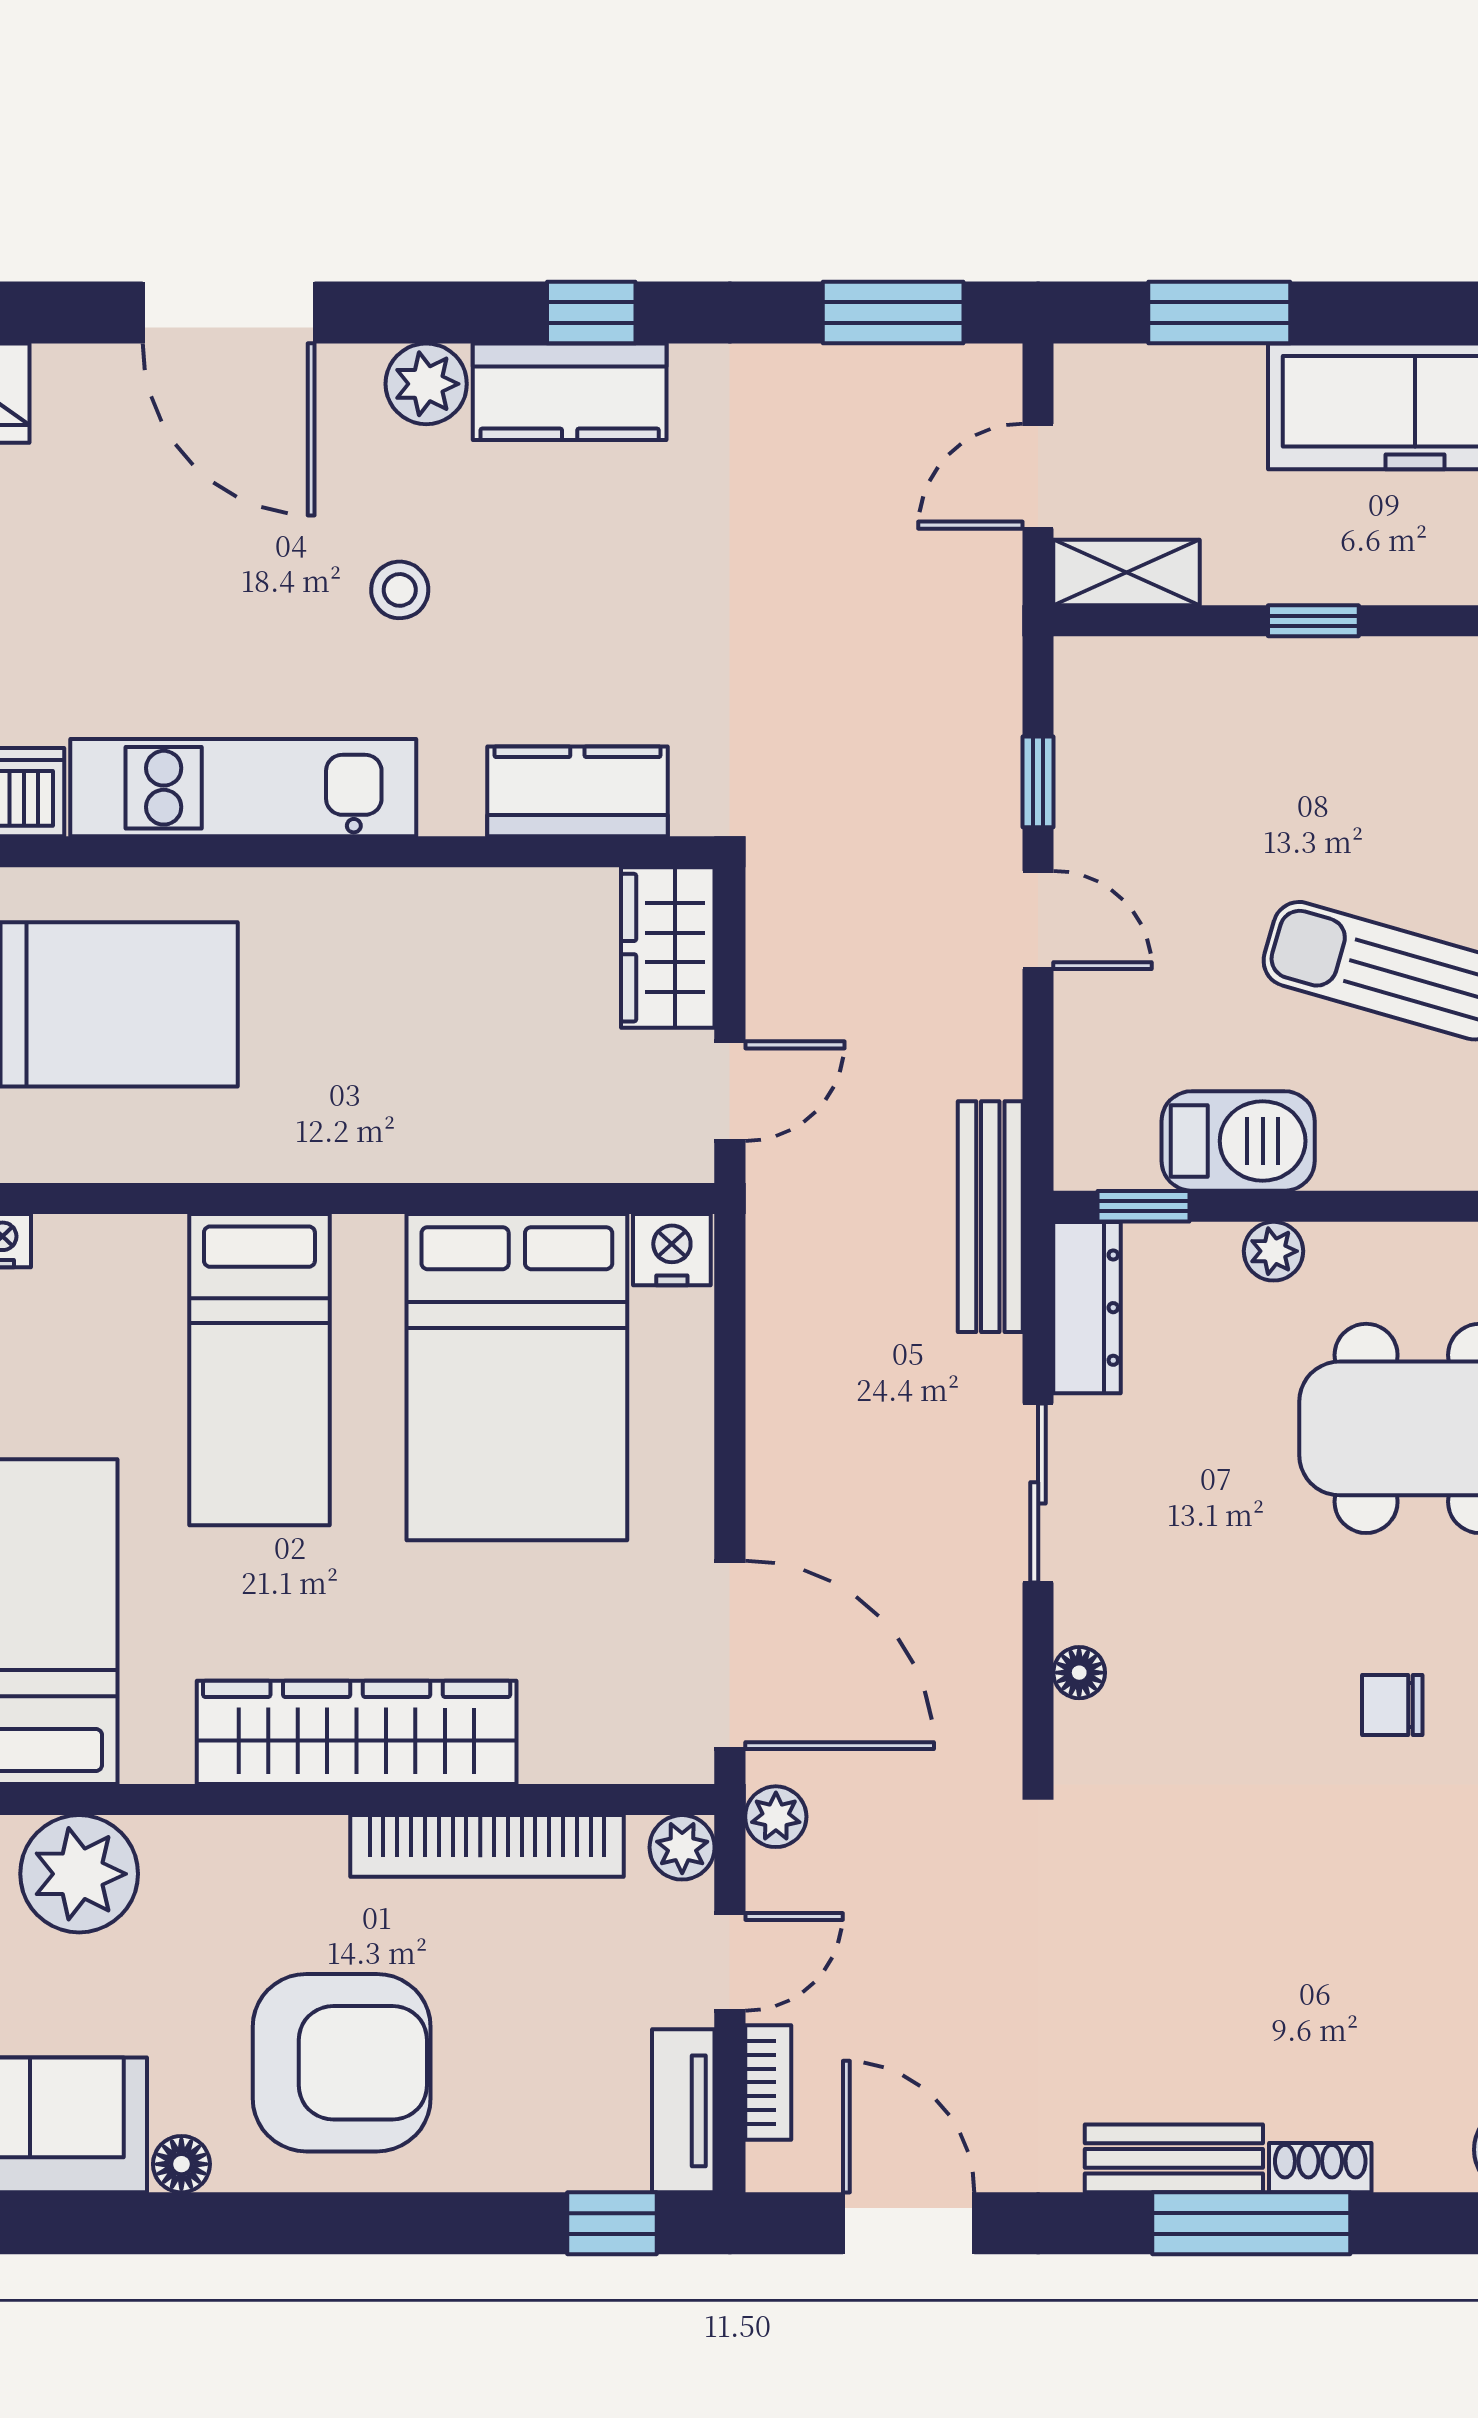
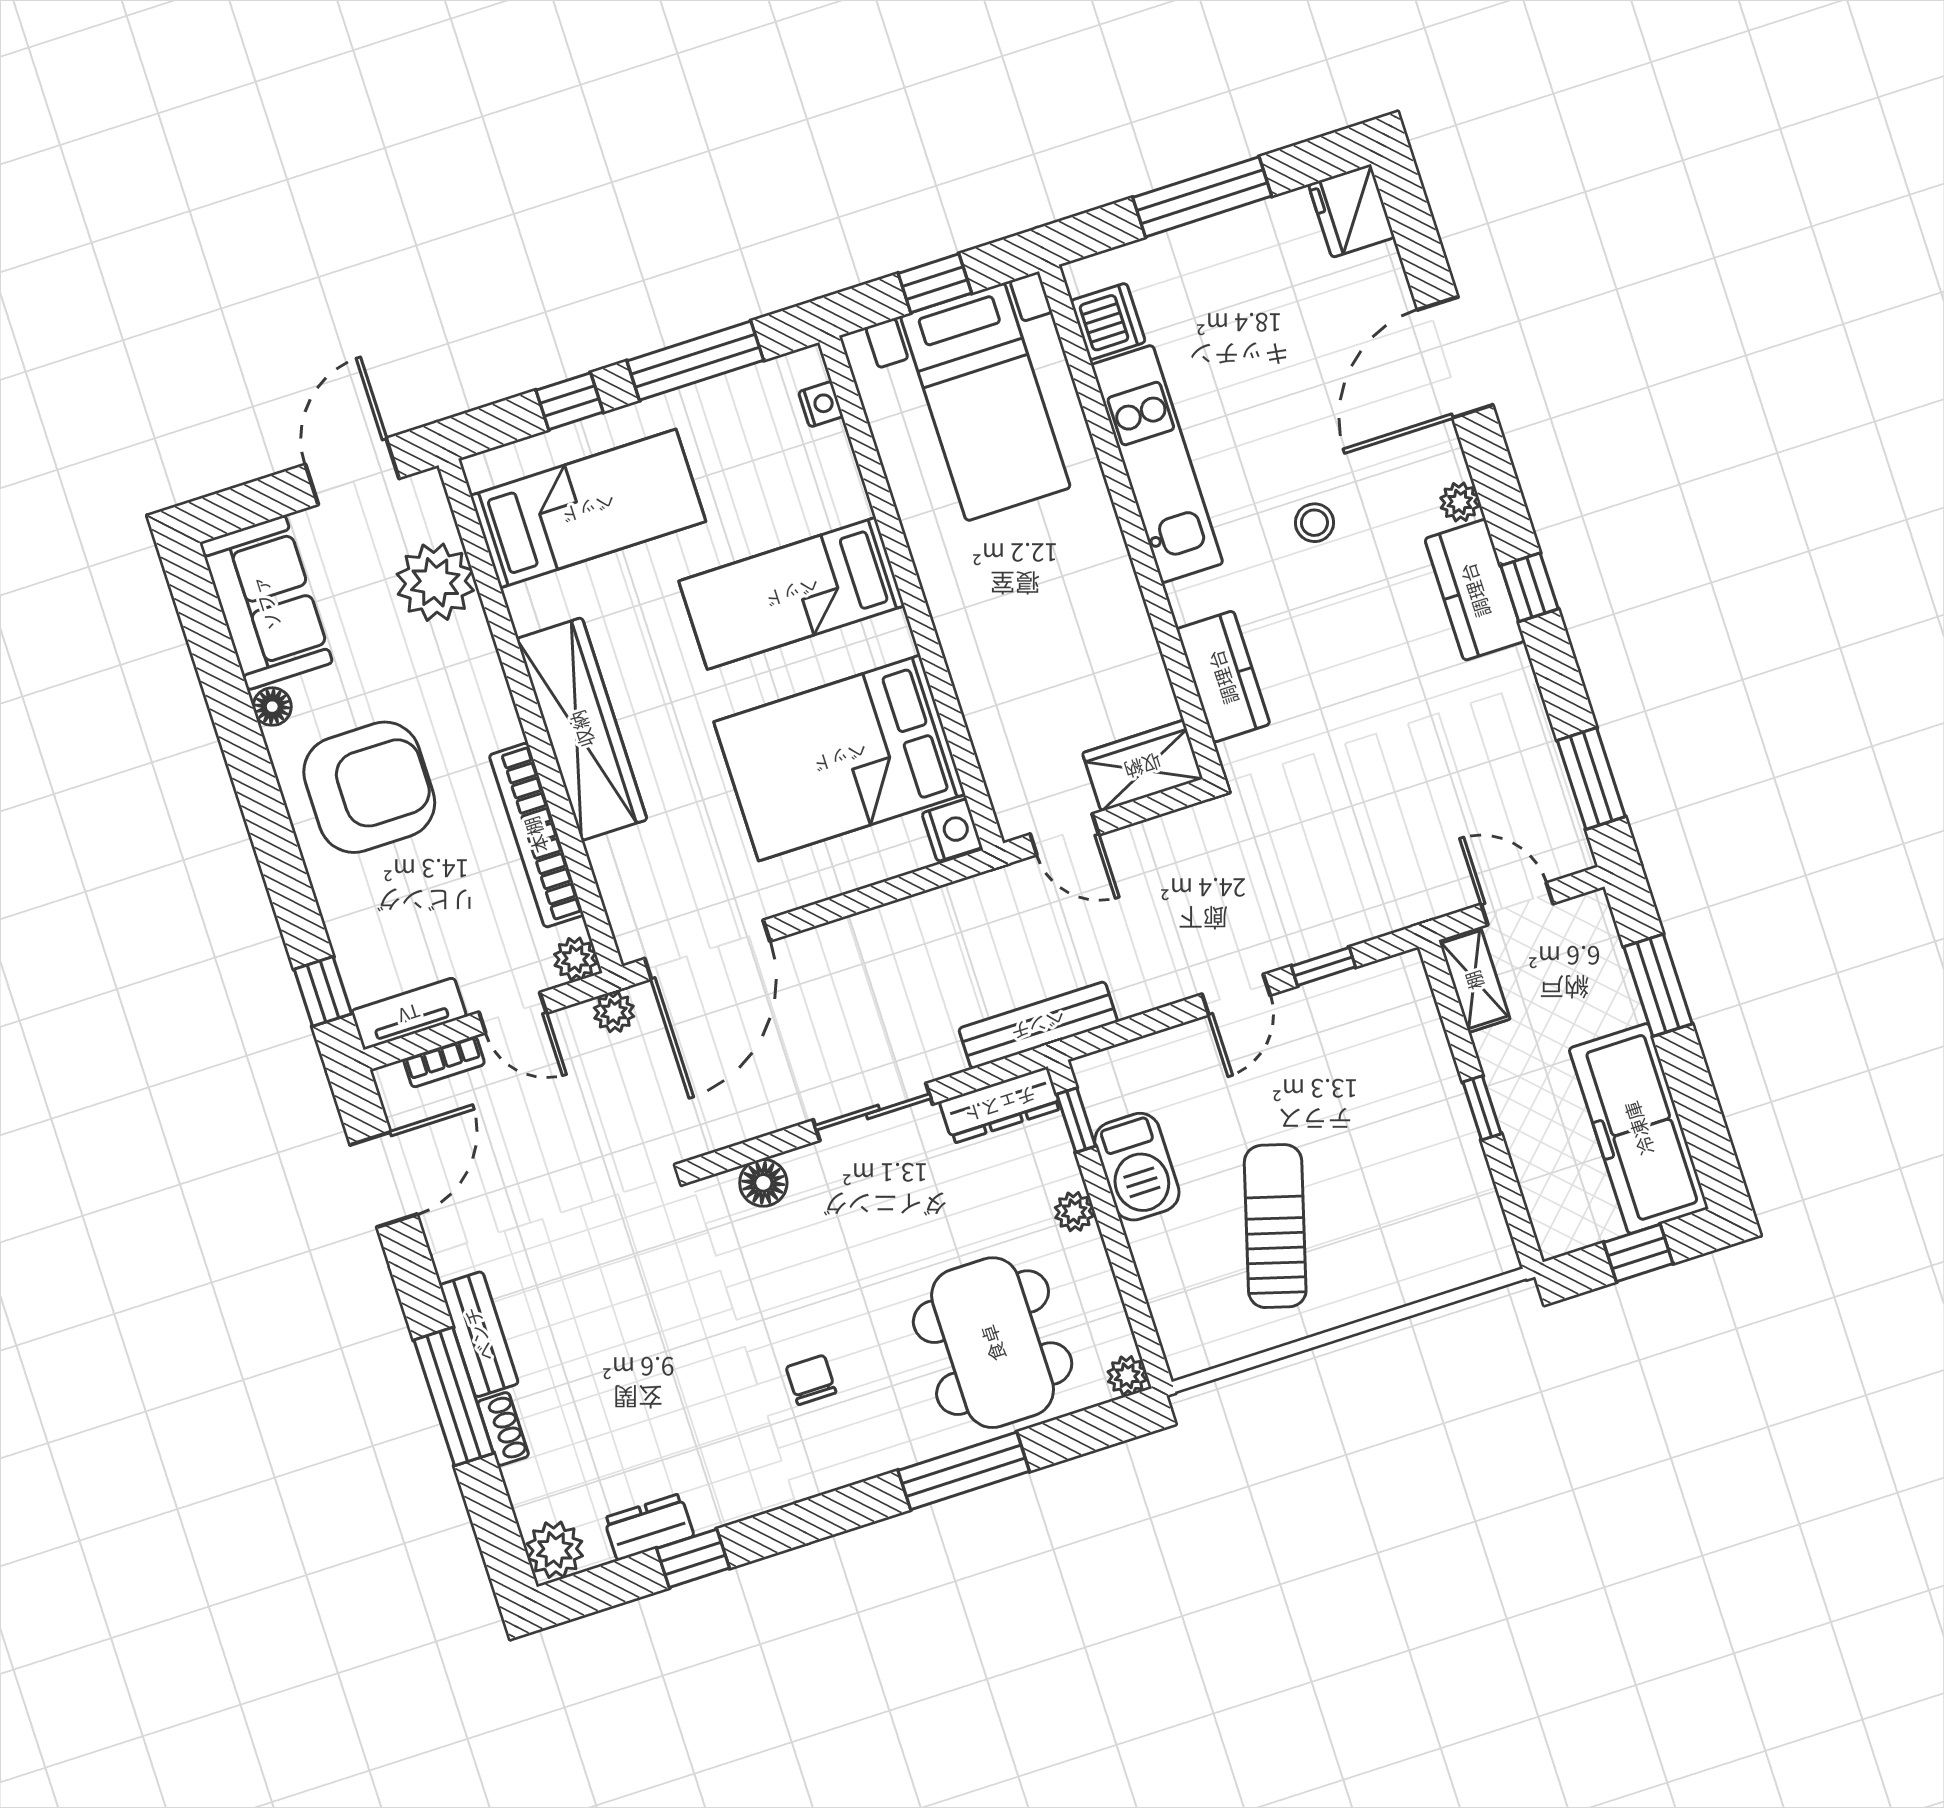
plant: (426, 384) -> (1460, 502), width x0.73, depth x0.73
floor lamp: (1079, 1673) -> (763, 1183), width x1.37, depth x1.37
armchair: (342, 2063) -> (369, 787), turned -90

